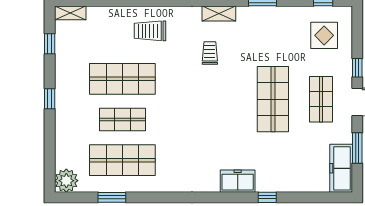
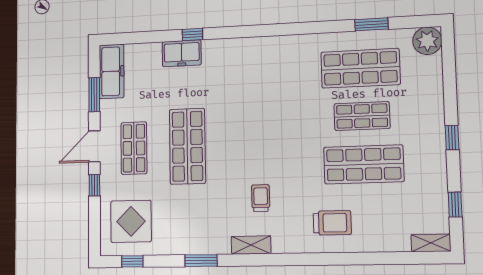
display table: (324, 35) -> (131, 221), width x1.36, depth x1.36
trolley: (210, 53) -> (261, 198), turned 180
freezer: (238, 181) -> (182, 53), moved

